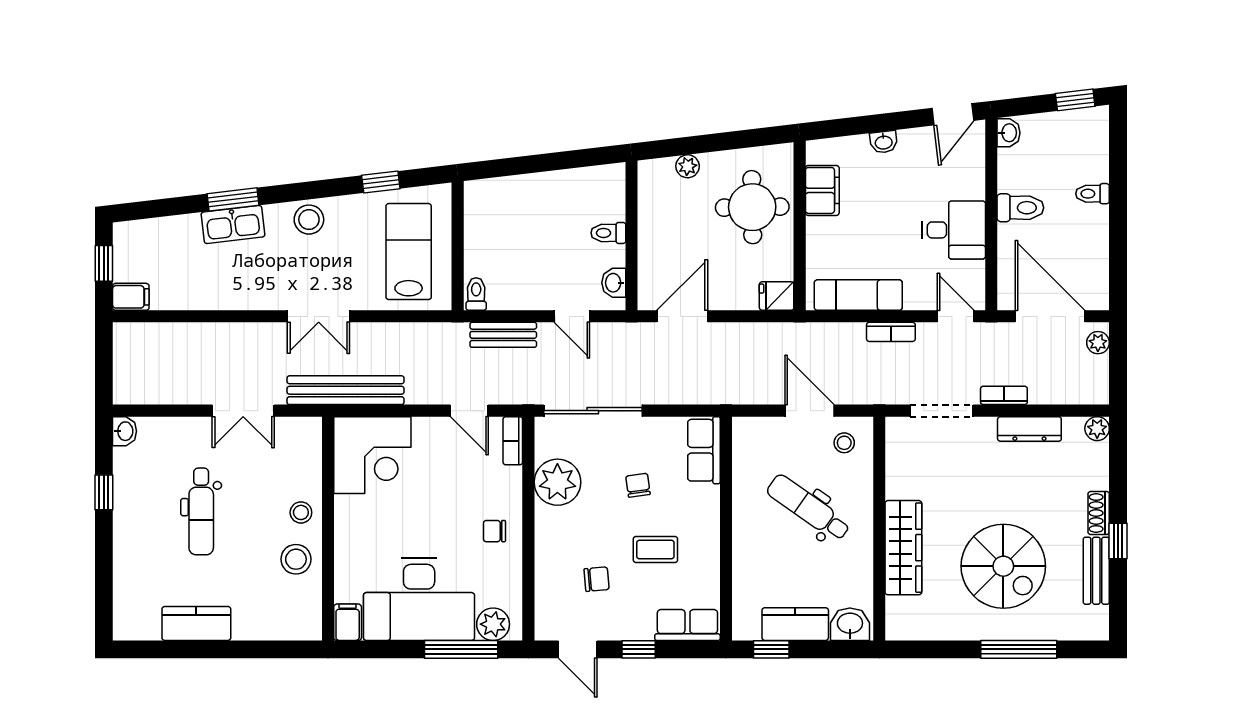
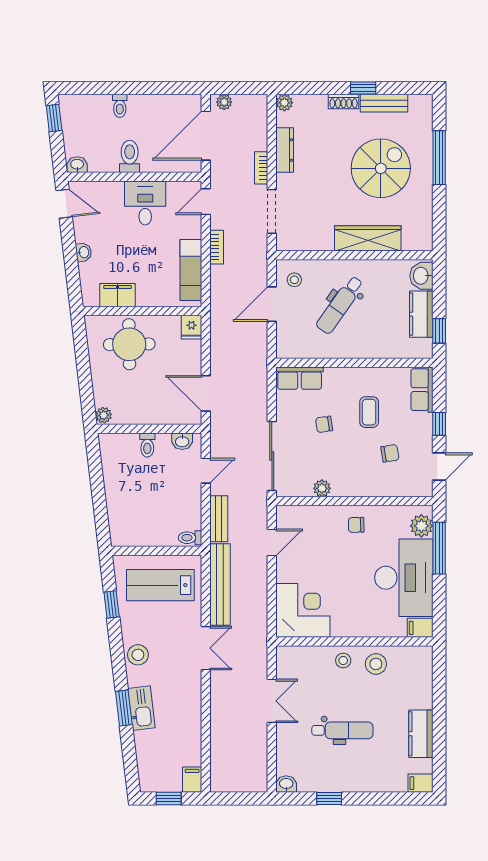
plant: (688, 166) -> (104, 415), moved
bench: (346, 390) -> (220, 584), moved
bookcase: (513, 441) -> (293, 512), removed
plant: (557, 482) -> (322, 488), width x0.53, depth x0.53
chair: (494, 531) -> (356, 525), turned 89
chair: (597, 579) -> (390, 453), turned 86
filing cabinet: (126, 623) -> (421, 783), added

